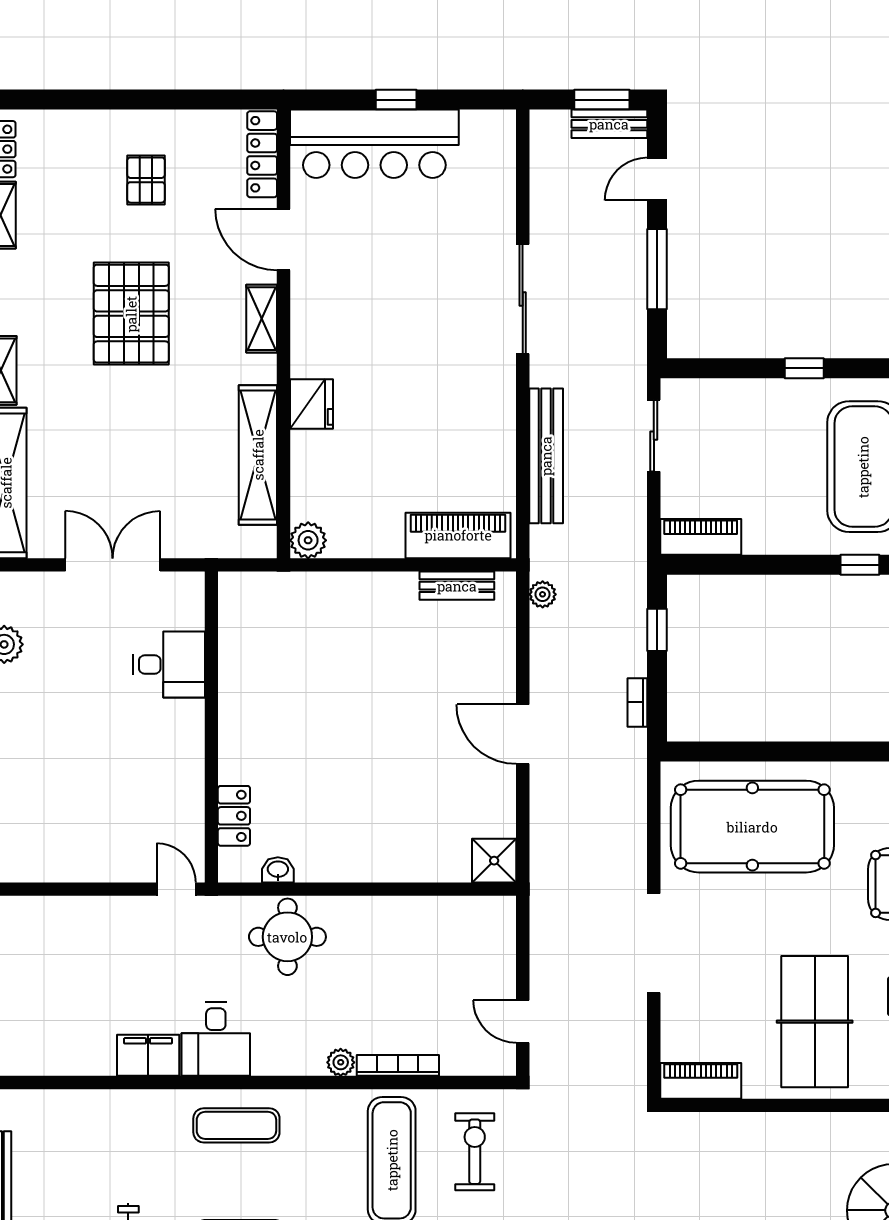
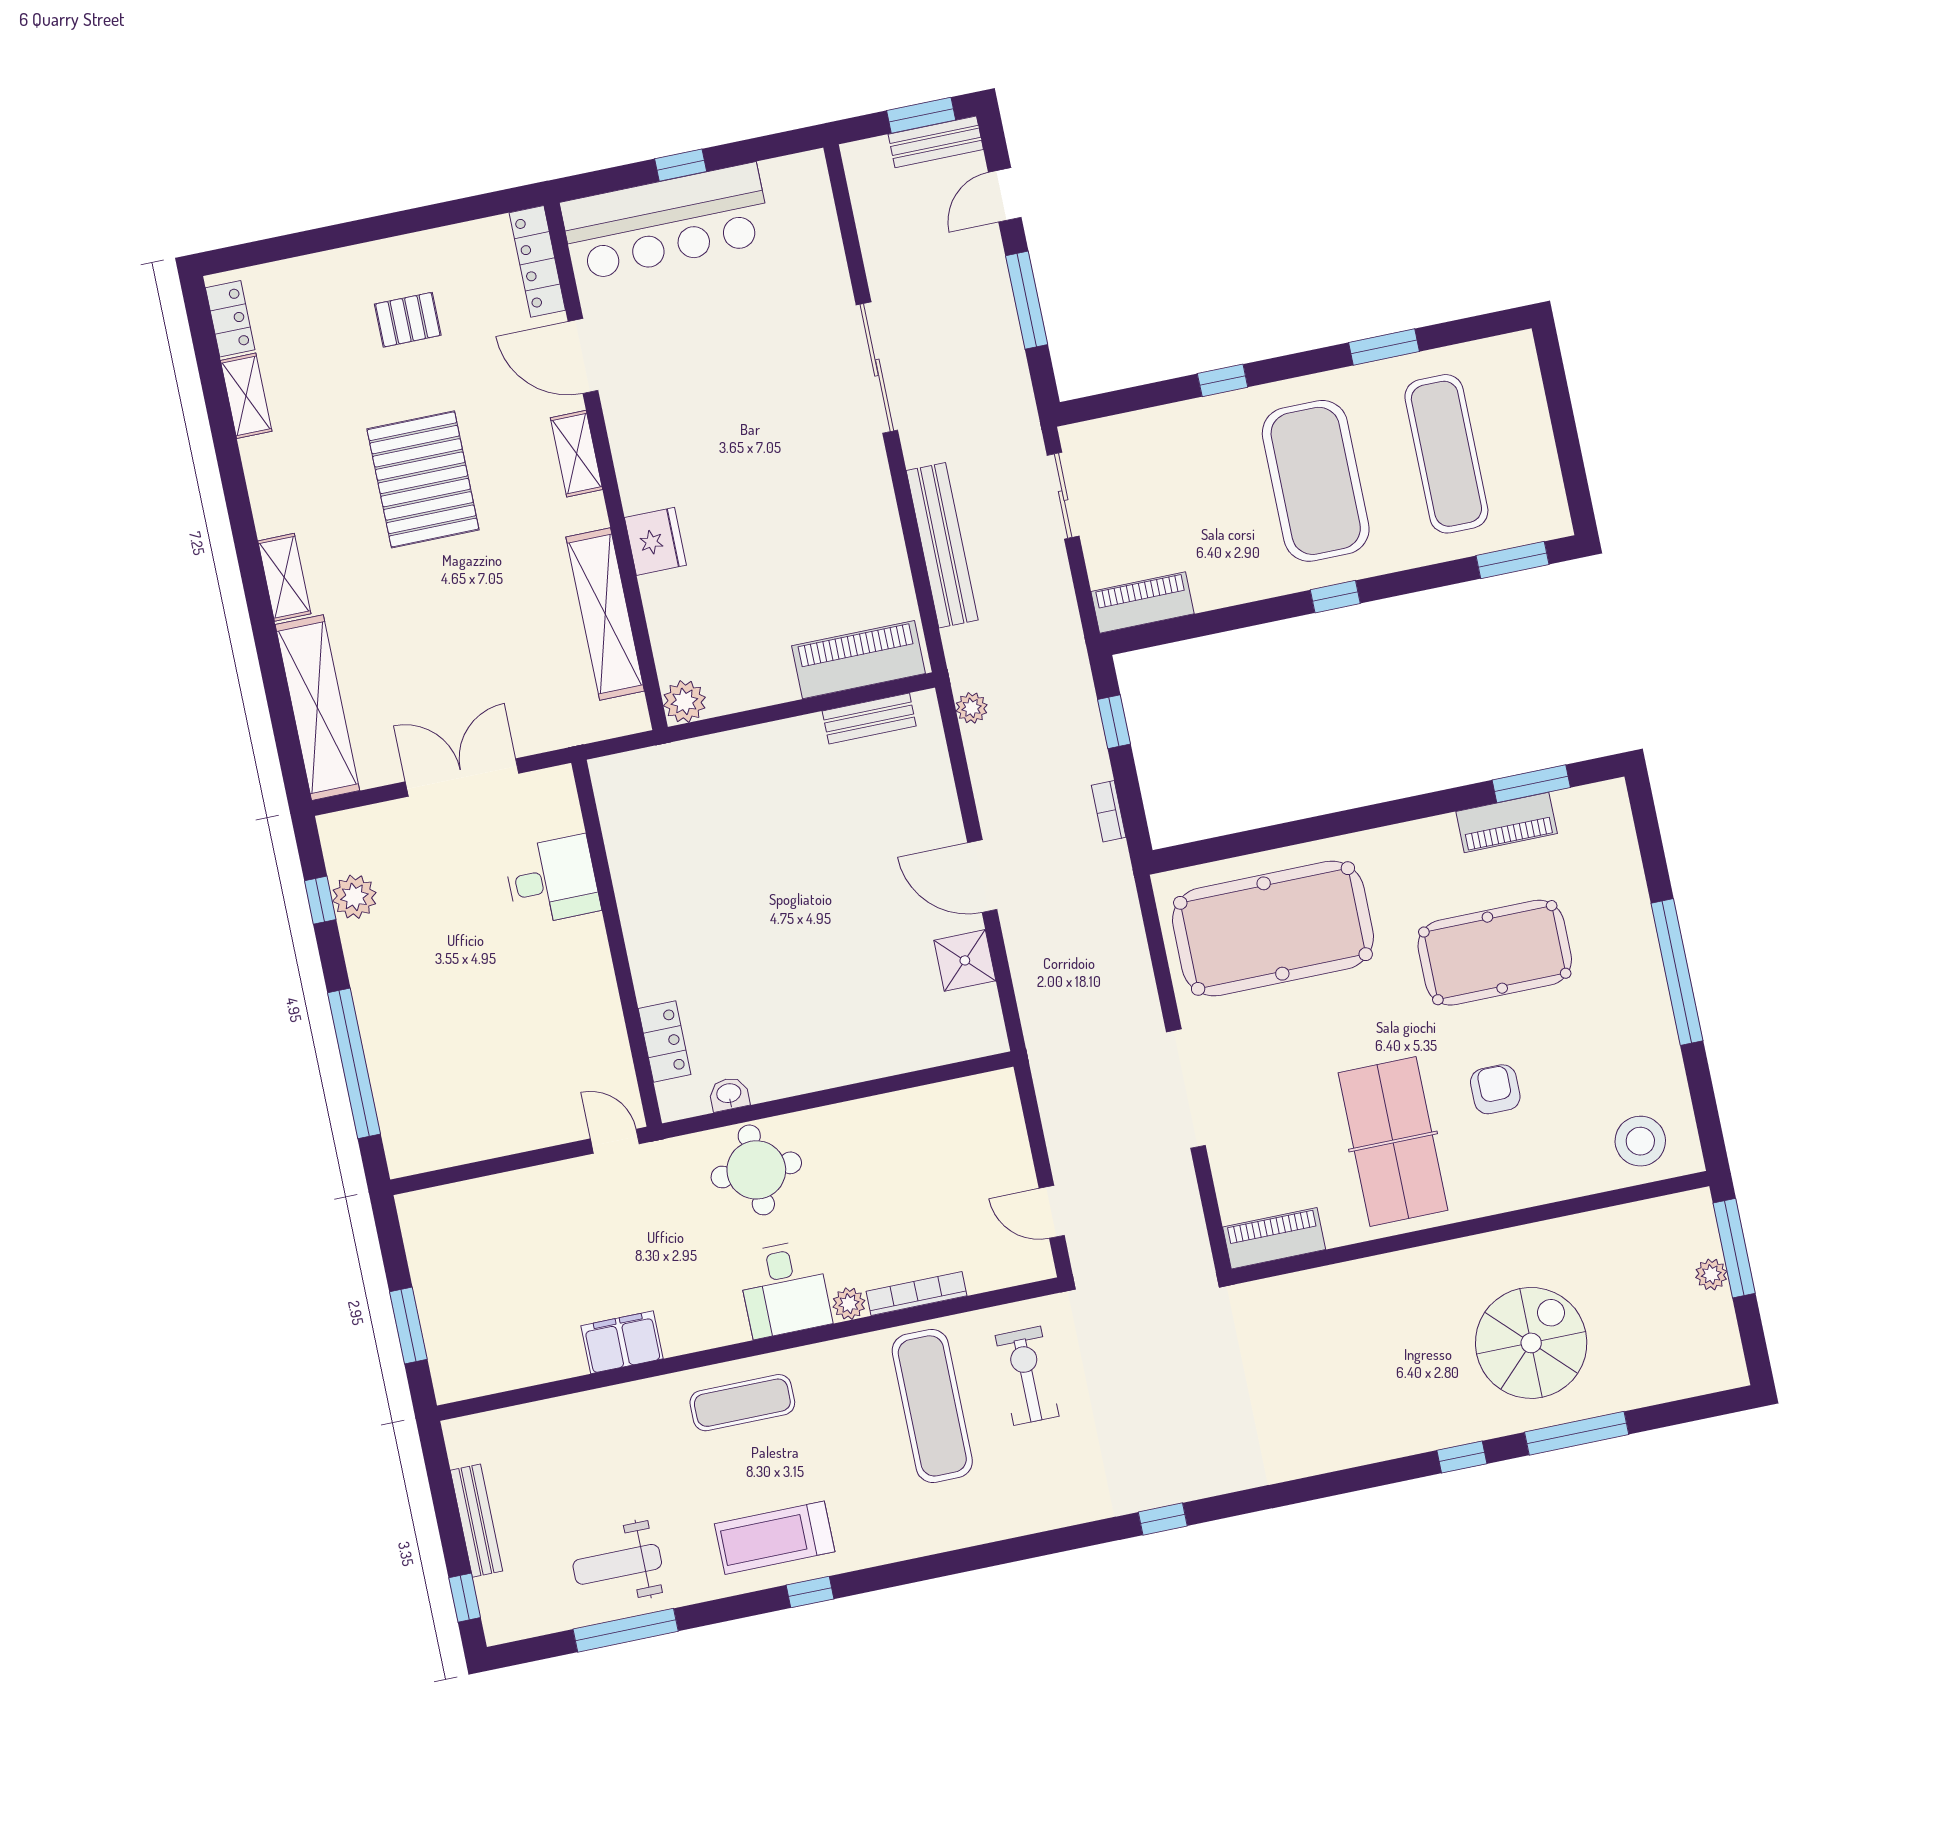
pallet: (146, 180) -> (408, 320), turned 90
shower: (494, 861) -> (965, 960), moved
desk: (216, 1039) -> (784, 1289), moved

